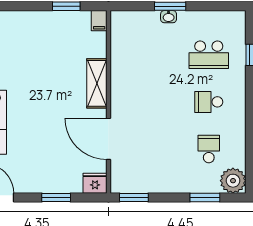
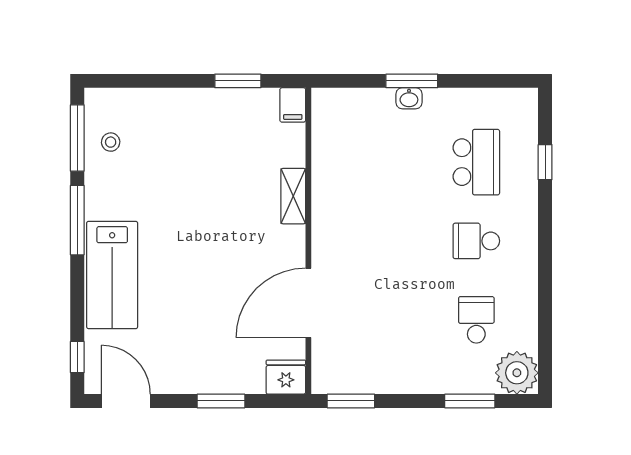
school desk: (209, 55) -> (476, 162), turned -90
shelving: (97, 83) -> (293, 196), width x0.67, depth x0.75
door: (108, 139) -> (308, 303), hinge flipped

